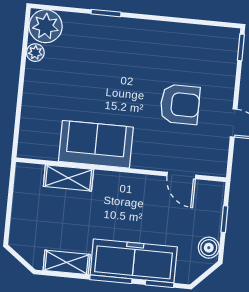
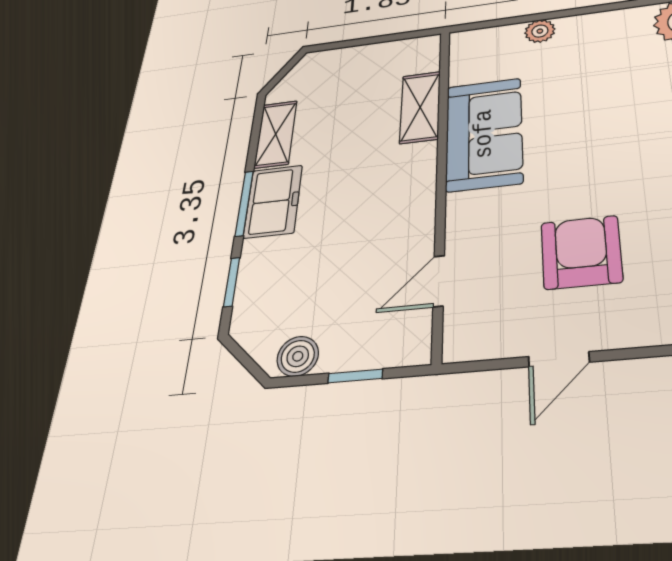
plant: (35, 53) -> (540, 31), moved
armchair: (180, 104) -> (581, 252), turned 180
freezer: (134, 261) -> (273, 201), width x0.52, depth x0.79

